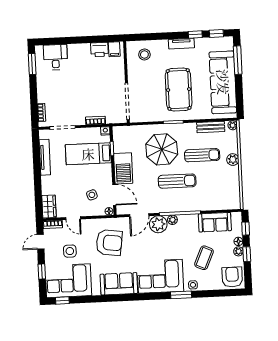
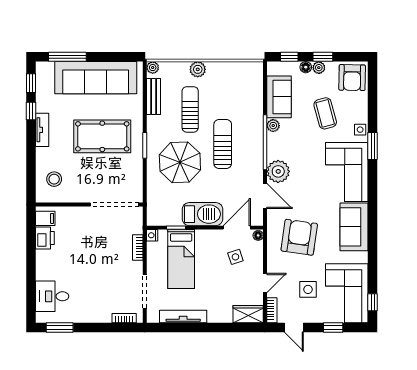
plant: (172, 220) -> (273, 126), moved
coffee table: (204, 258) -> (325, 113), turned 51
armchair: (232, 277) -> (352, 78), turned -89

